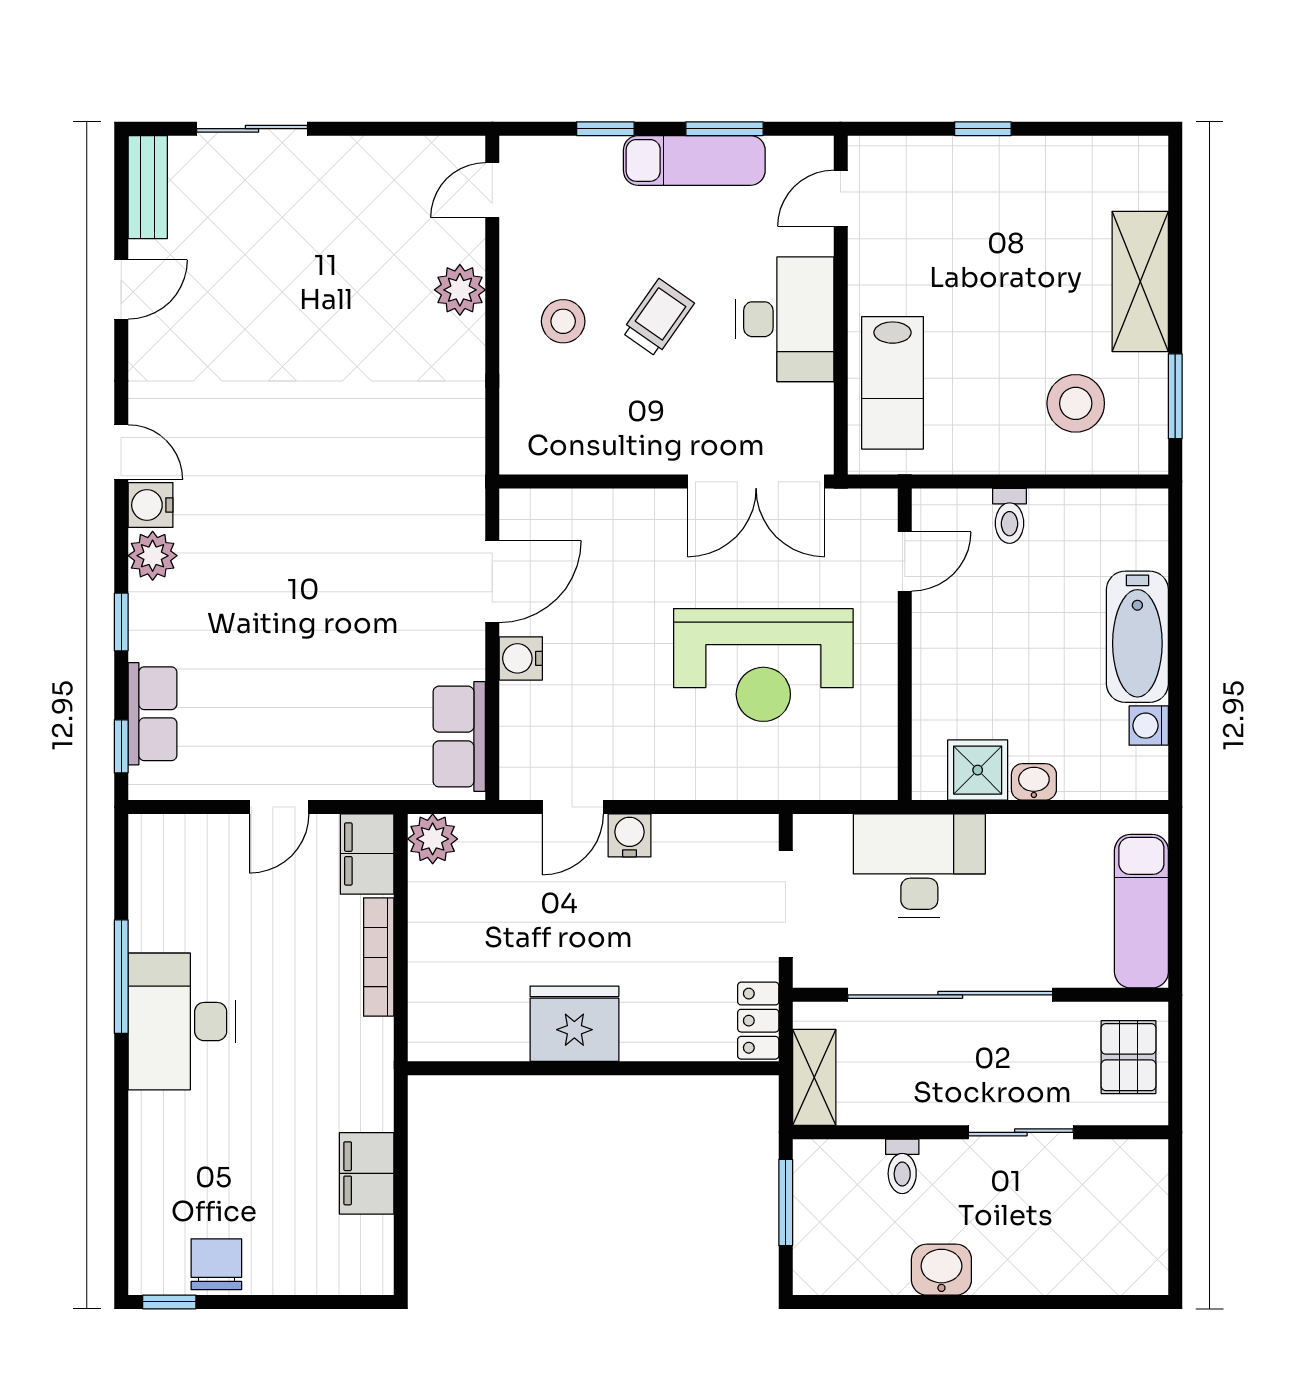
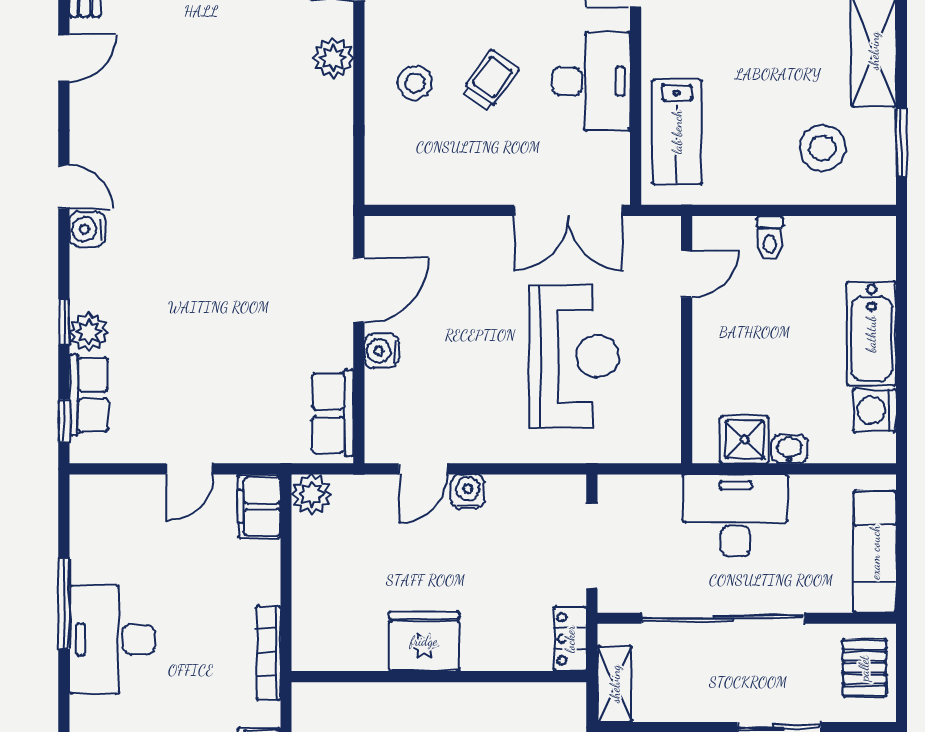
plant: (153, 556) -> (89, 332), moved
reception desk: (763, 665) -> (574, 356), turned -90
washing machine: (1149, 726) -> (875, 410), width x1.38, depth x1.38
desk: (919, 866) -> (736, 516), moved
bookcase: (379, 957) -> (269, 653), moved

